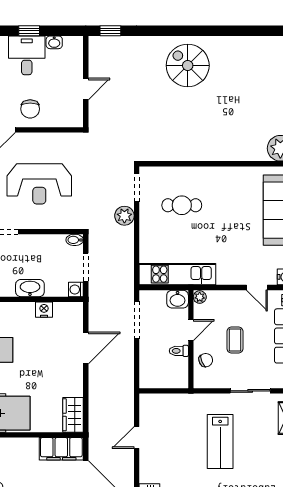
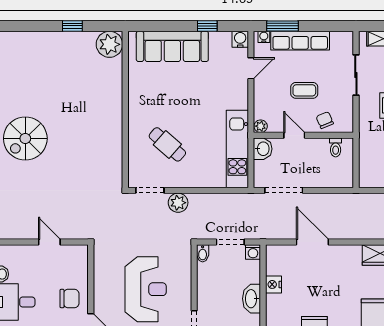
cafe table: (182, 205) -> (167, 144), turned -49
toilet: (179, 351) -> (336, 147), moved

